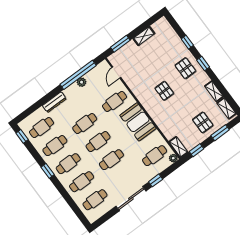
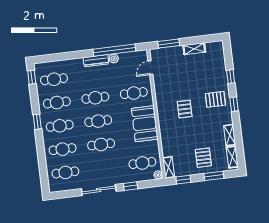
pallet: (185, 68) -> (215, 99), turned 90
dresser: (54, 102) -> (96, 61), moved

